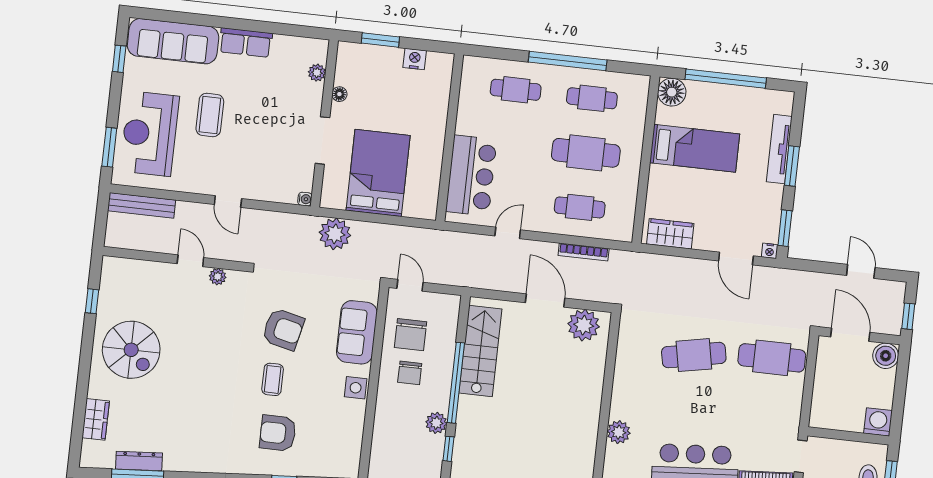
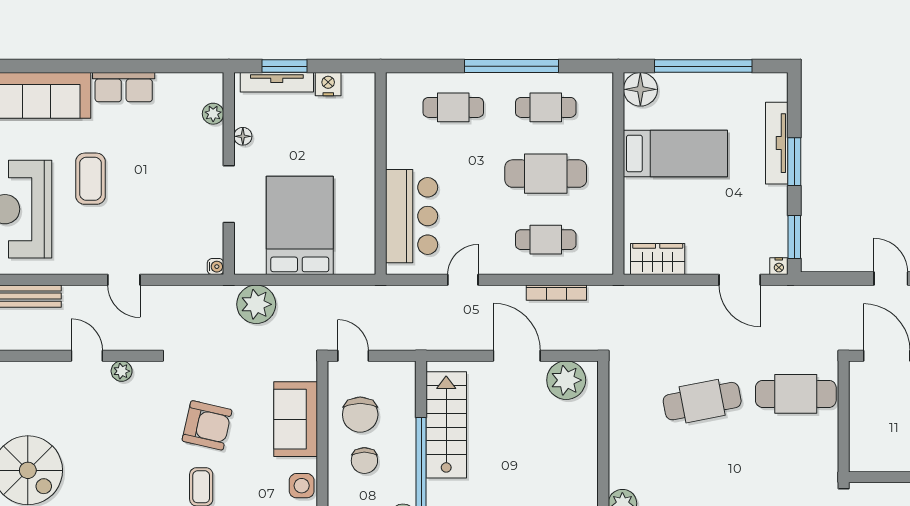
tv unit: (372, 53) -> (277, 82), added

